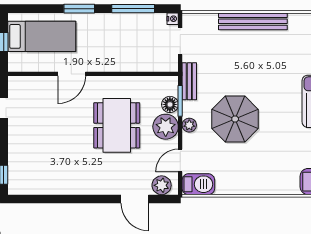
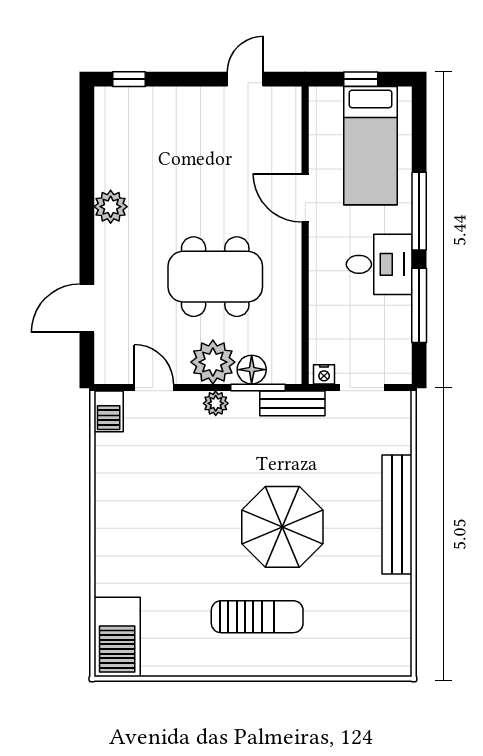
window: (79, 9) -> (419, 211), width x1.44
nightstand: (173, 19) -> (324, 374), moved
desk: (110, 32) -> (379, 264), added
parasol: (235, 119) -> (282, 527), moved
barbecue: (198, 184) -> (109, 411), width x0.73, depth x0.79
plant: (162, 185) -> (111, 207), moved

